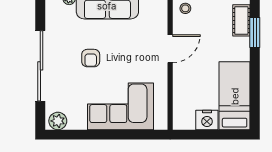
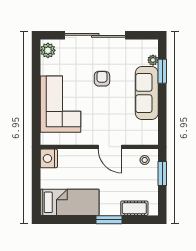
window: (255, 33) -> (109, 220), moved
armchair: (91, 58) -> (102, 79), turned 90
nightstand: (207, 120) -> (49, 158), moved

